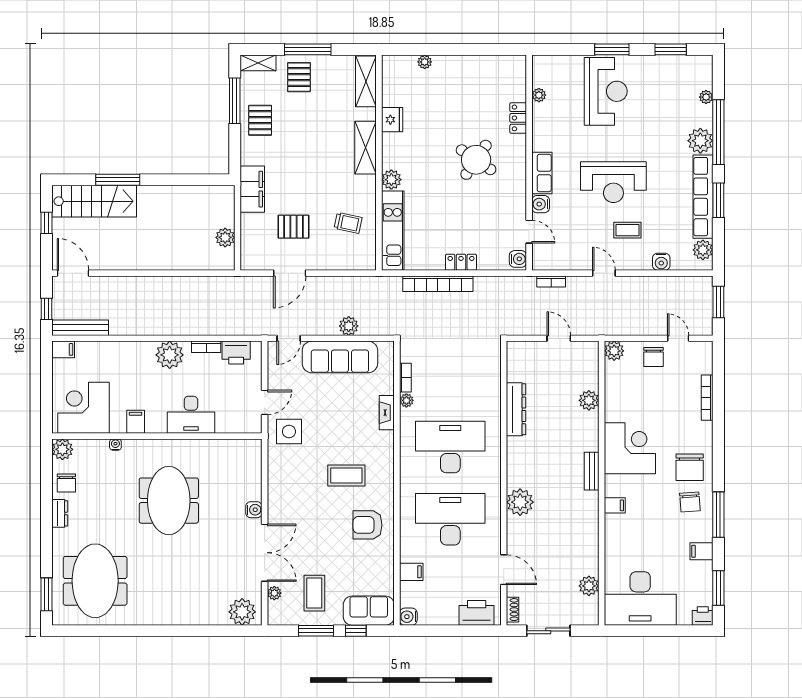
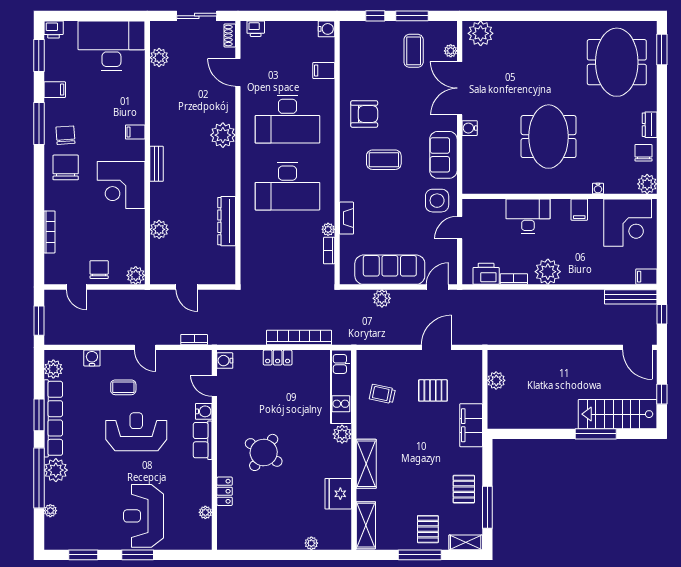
fridge: (392, 120) -> (338, 494), width x1.36, depth x1.34
sofa: (369, 611) -> (443, 155), moved, turned 90
printer: (477, 613) -> (256, 29), width x0.53, depth x0.68

